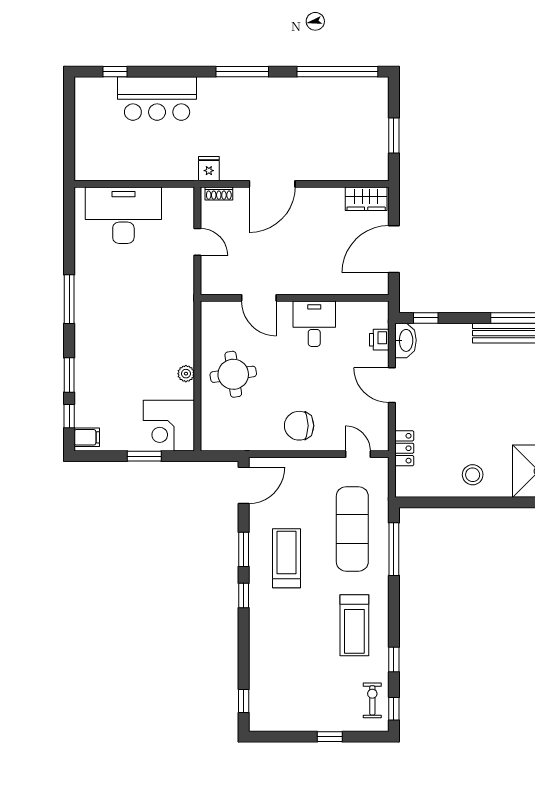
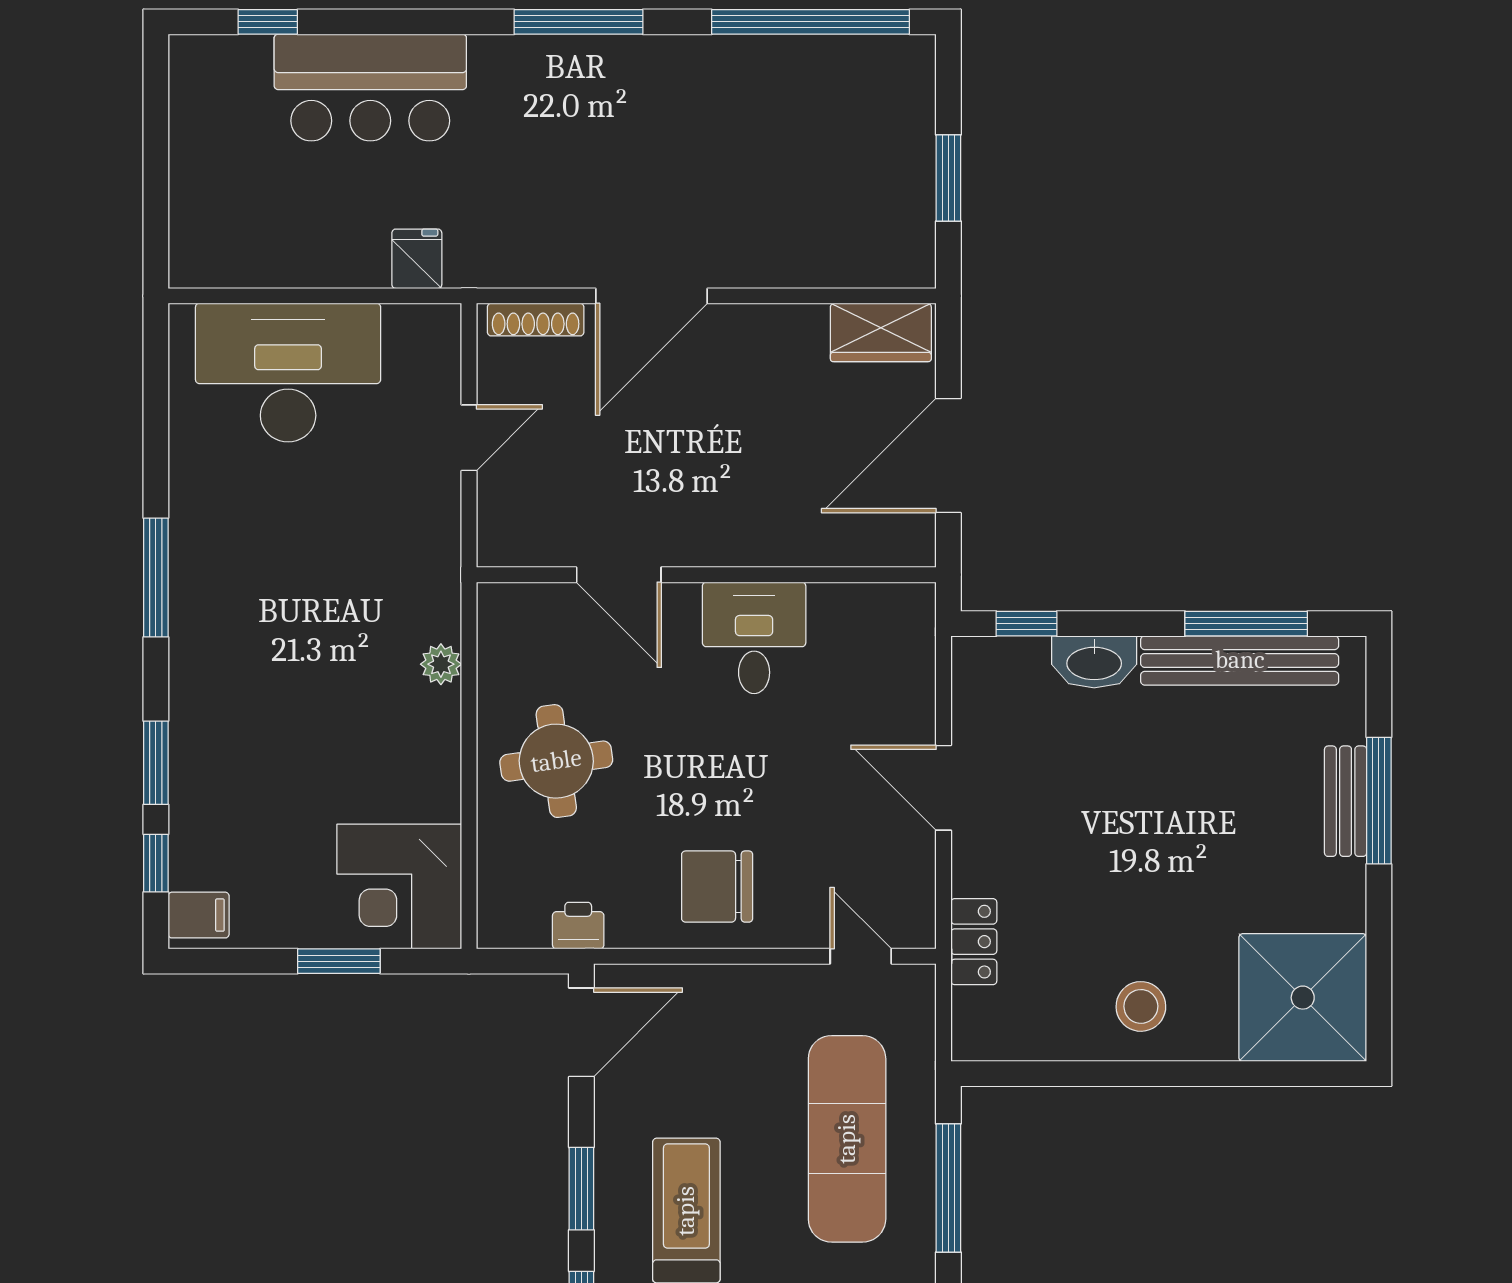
fridge: (209, 169) -> (417, 259), moved
shoe rack: (219, 193) -> (536, 320), width x1.43
door: (197, 242) -> (469, 438), hinge flipped
printer: (379, 340) -> (578, 926), moved, turned 90
washbasin: (405, 340) -> (1094, 662), moved, turned 90
plant: (186, 374) -> (441, 664), moved

